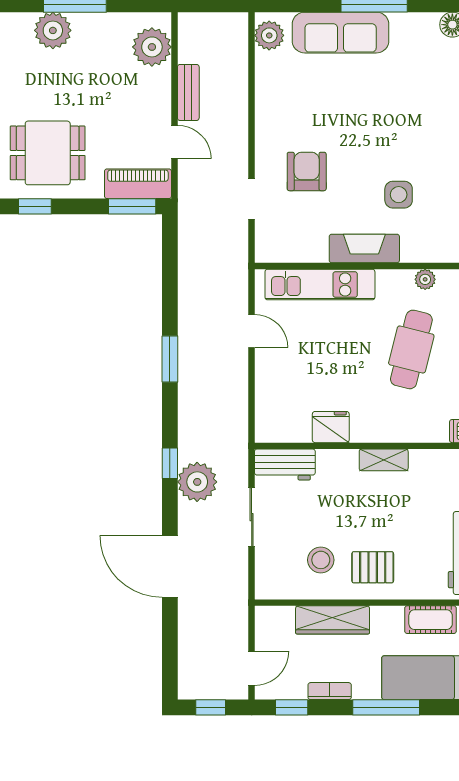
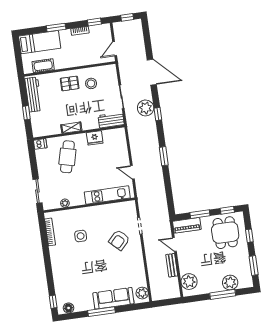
dining table: (48, 153) -> (225, 233), turned 90
armchair: (307, 171) -> (119, 240), turned 44
window: (132, 206) -> (200, 214), moved
fireplace: (364, 248) -> (91, 212), removed
cafe table: (411, 349) -> (67, 157), moved
wardrobe: (333, 620) -> (83, 60), removed
door: (252, 668) -> (115, 49), moved
window: (386, 707) -> (56, 27), width x0.69

